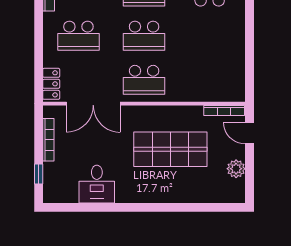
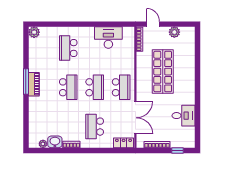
school desk: (78, 36) -> (95, 127), turned 180
desk: (227, 59) -> (108, 38), added
door: (249, 133) -> (153, 24), swing flipped

